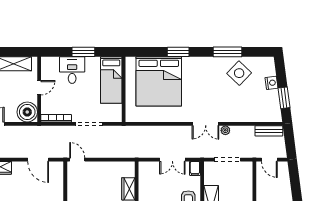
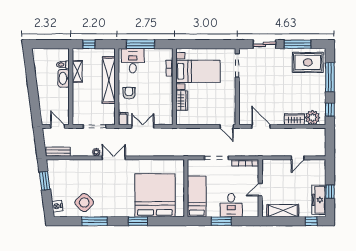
nightstand: (272, 83) -> (57, 206), moved
boiler: (27, 112) -> (271, 168), removed

